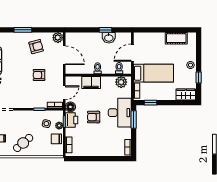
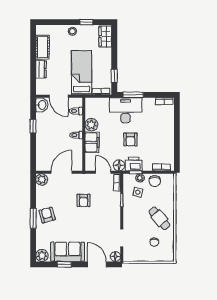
dresser: (156, 37) -> (41, 69), added
washbasin: (109, 38) -> (42, 105), moved
armchair: (36, 47) -> (47, 215), moved
plant: (121, 82) -> (91, 125), moved

